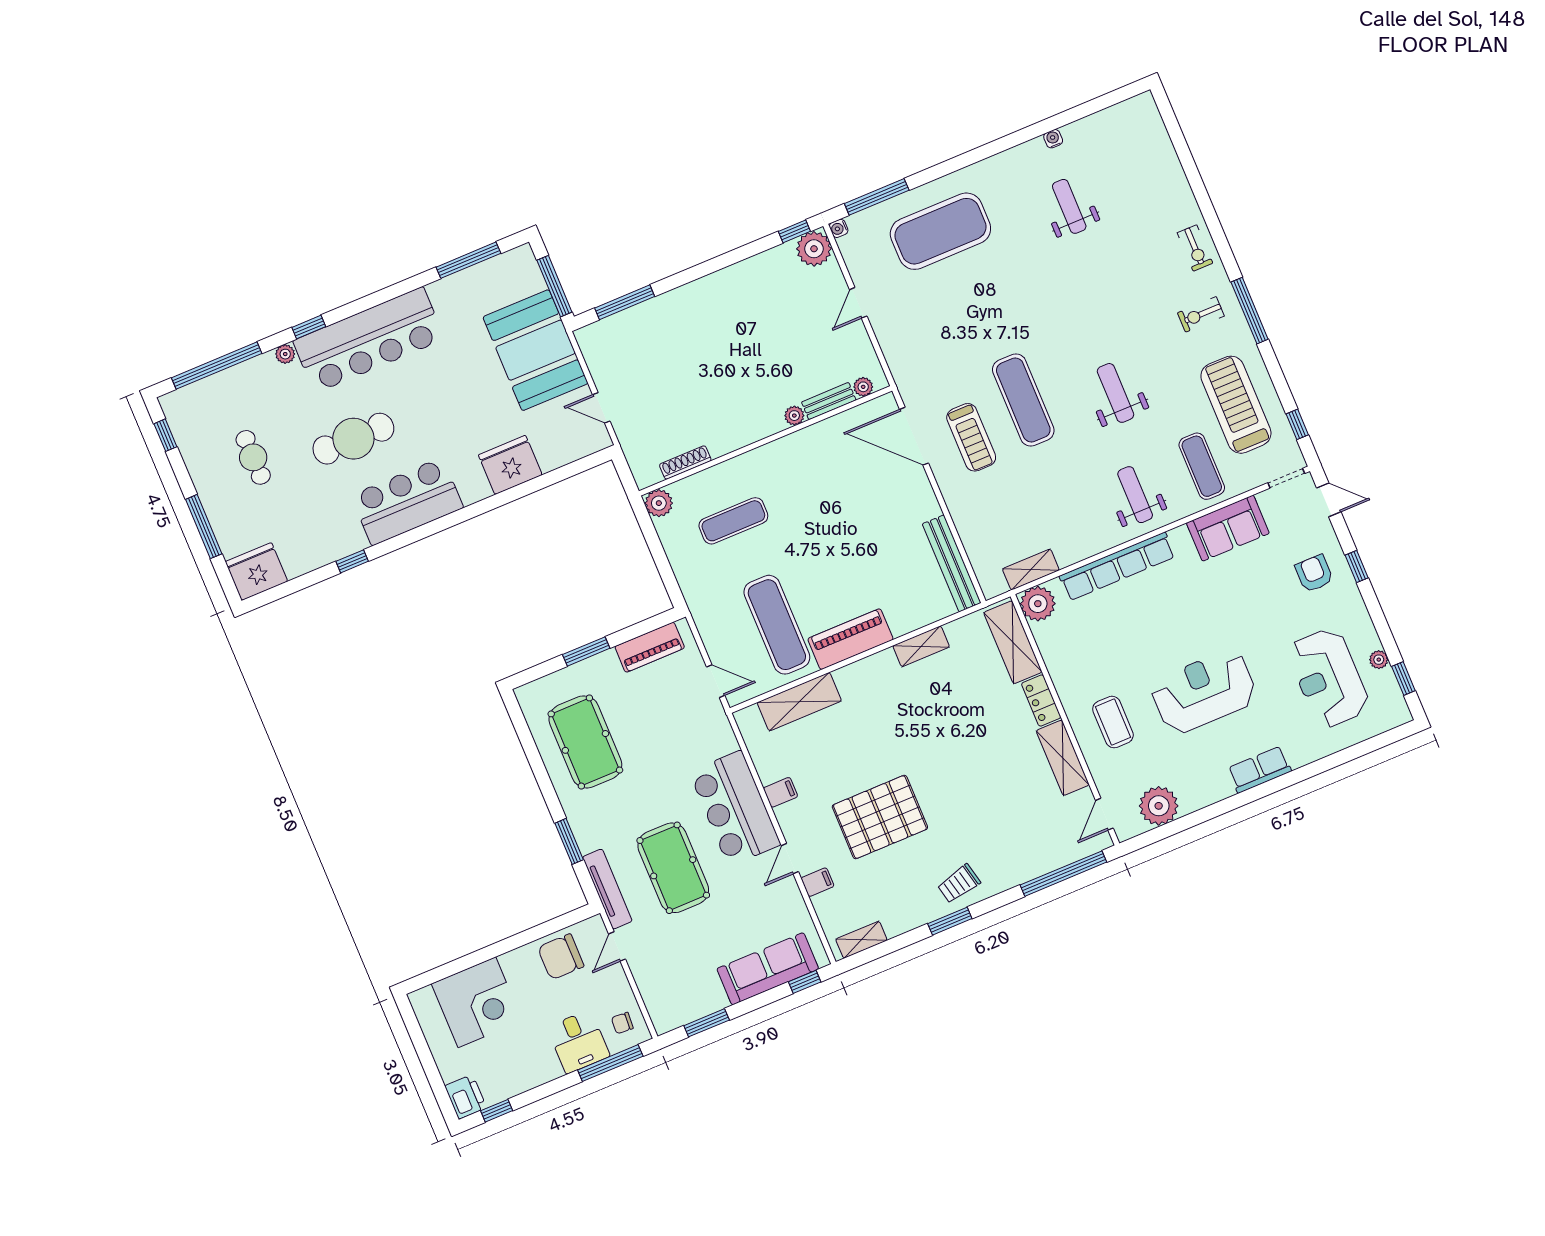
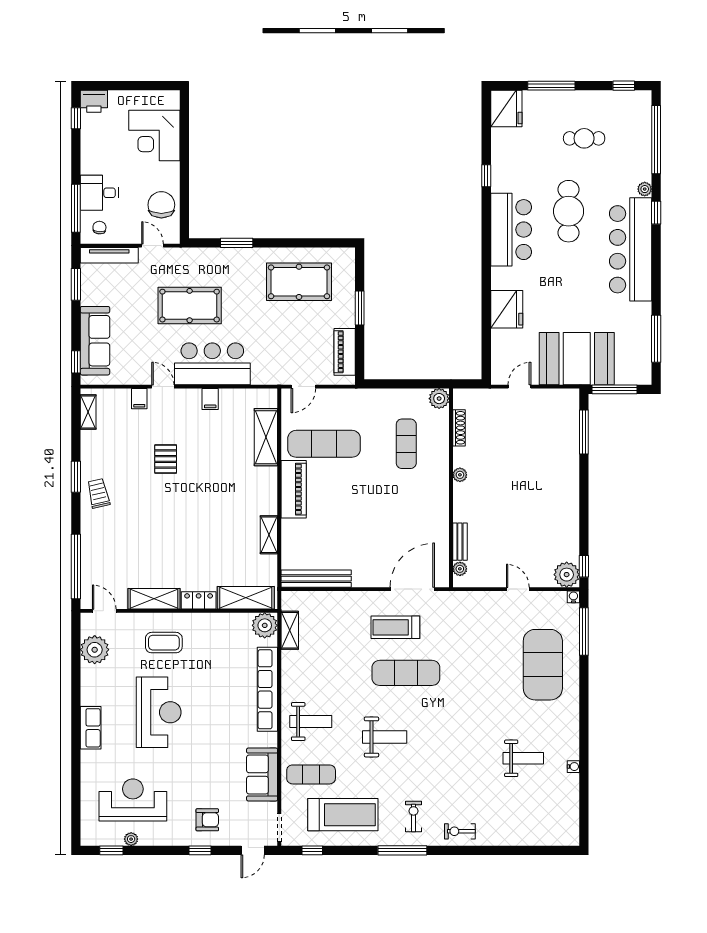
plant: (794, 416) -> (460, 475), moved
pallet: (880, 817) -> (166, 459), width x0.49, depth x0.50
tv unit: (607, 889) -> (109, 255), moved

